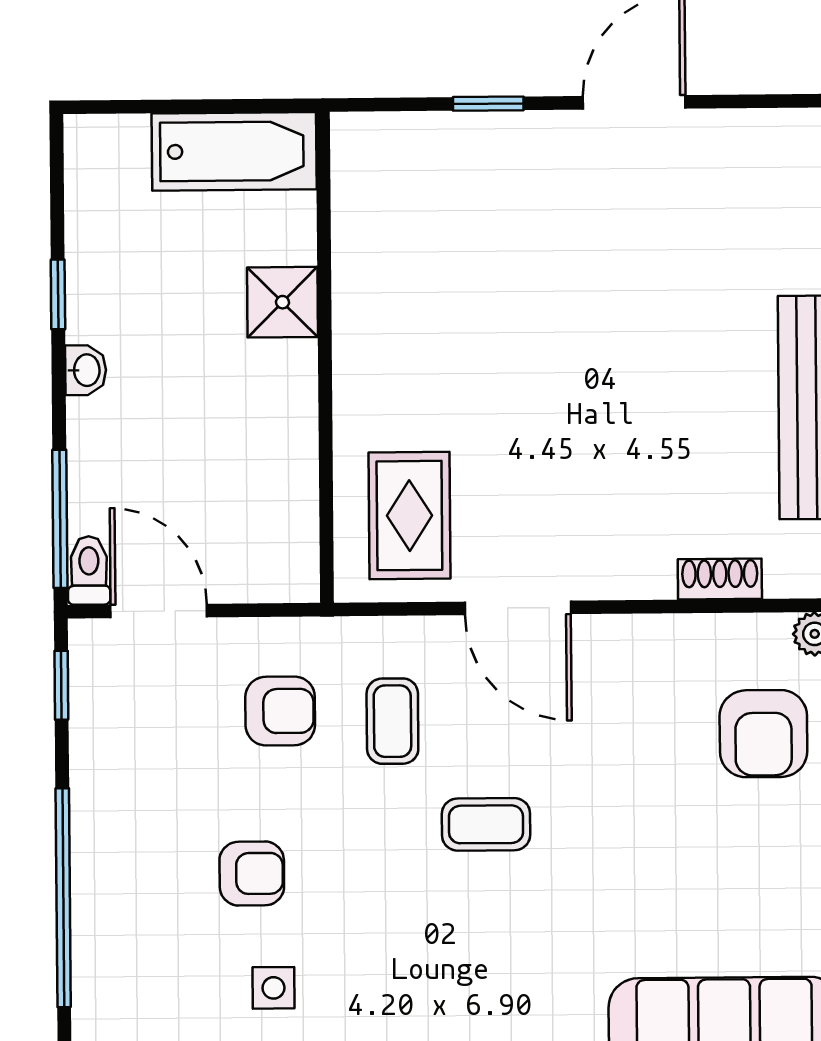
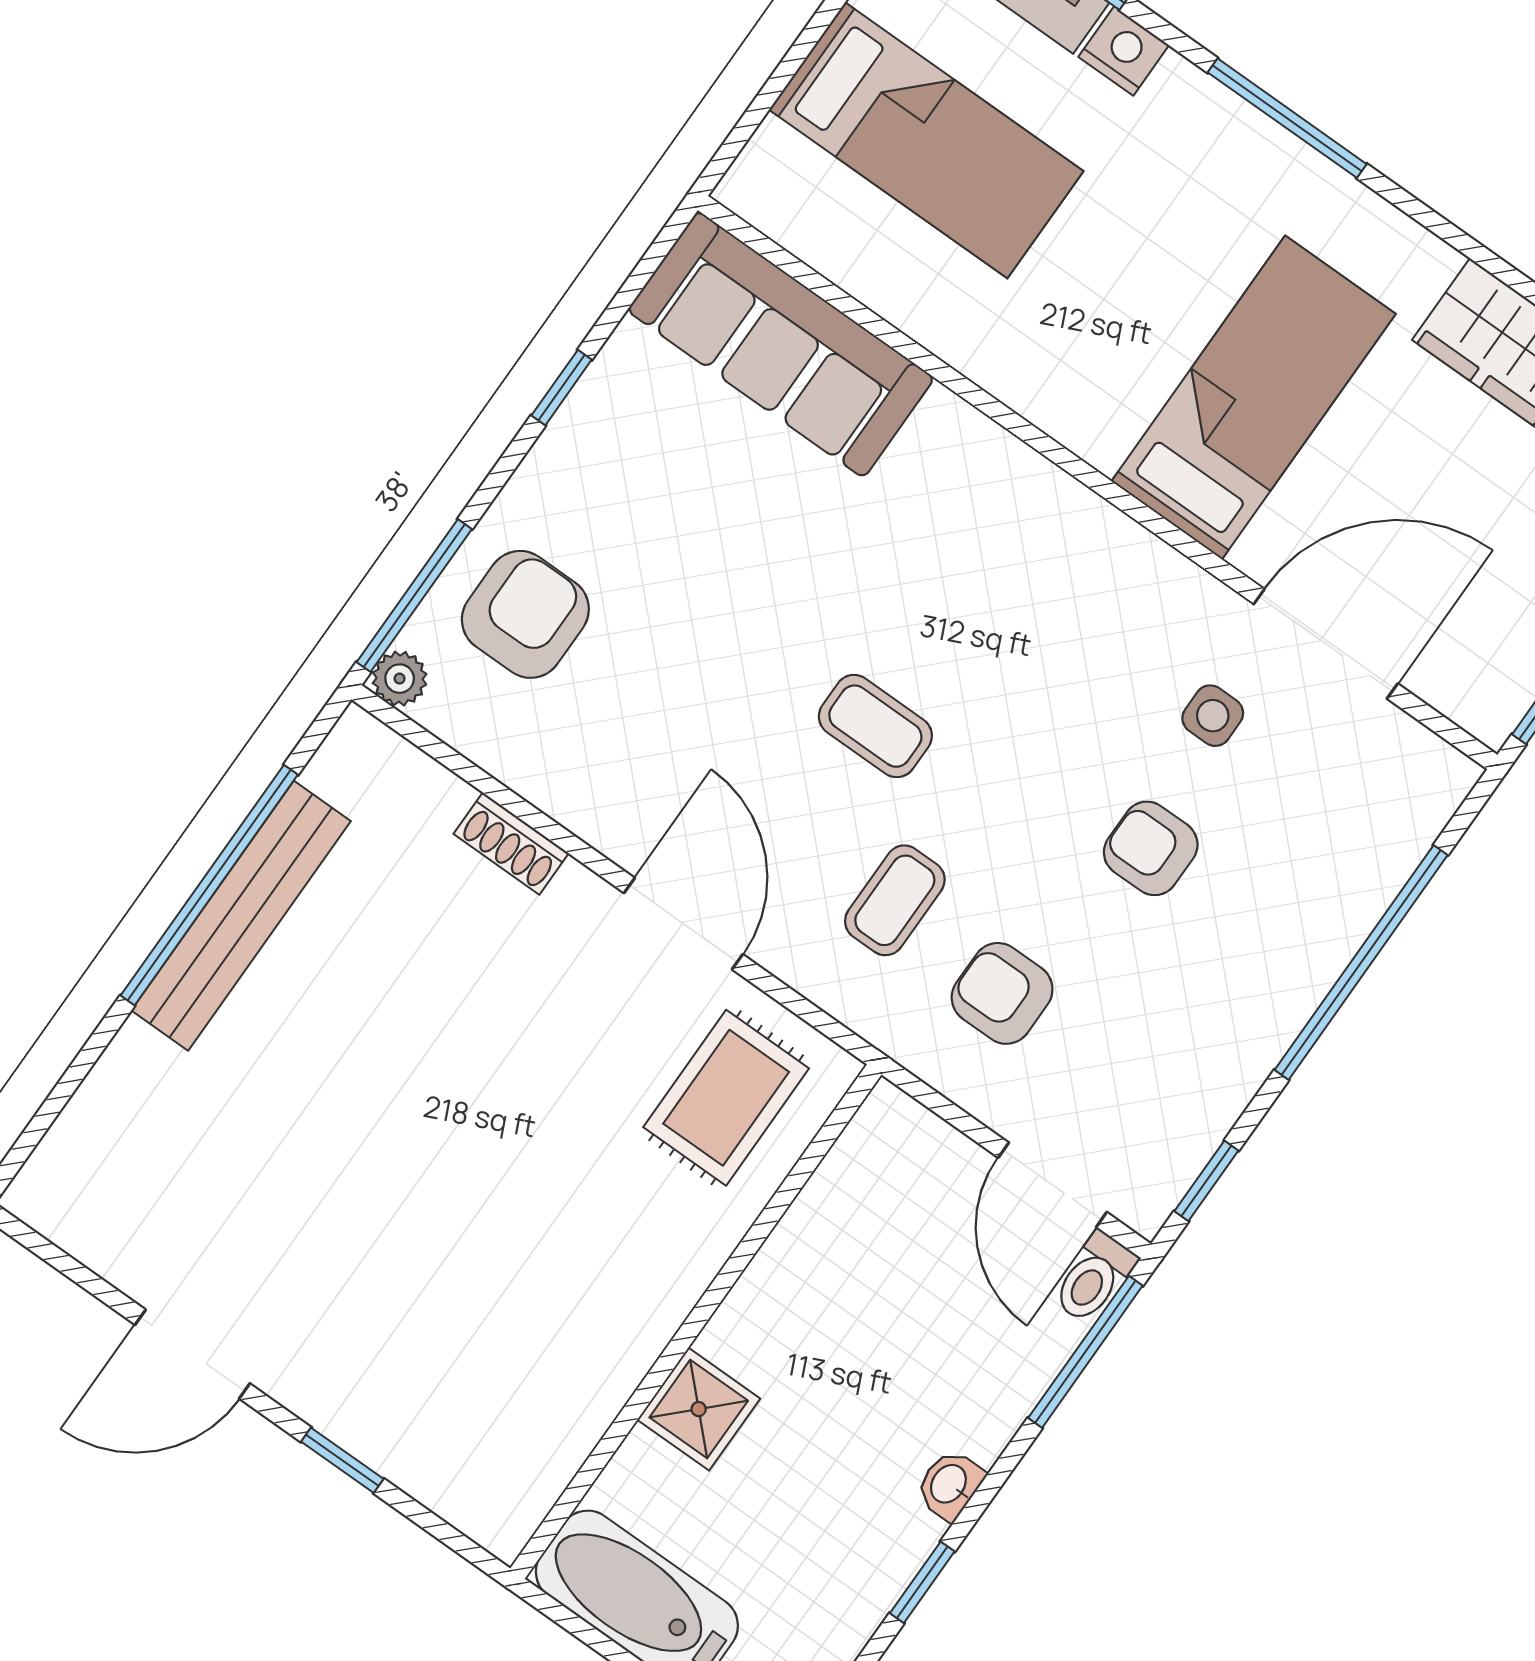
shoe rack: (720, 579) -> (511, 844), moved

